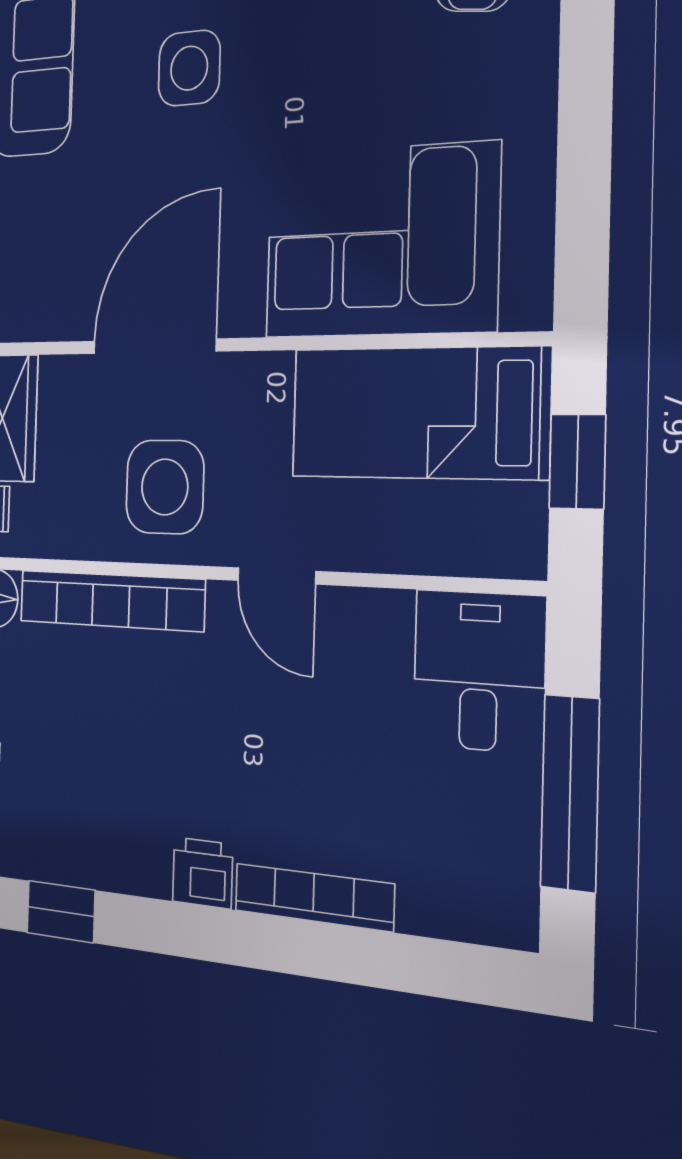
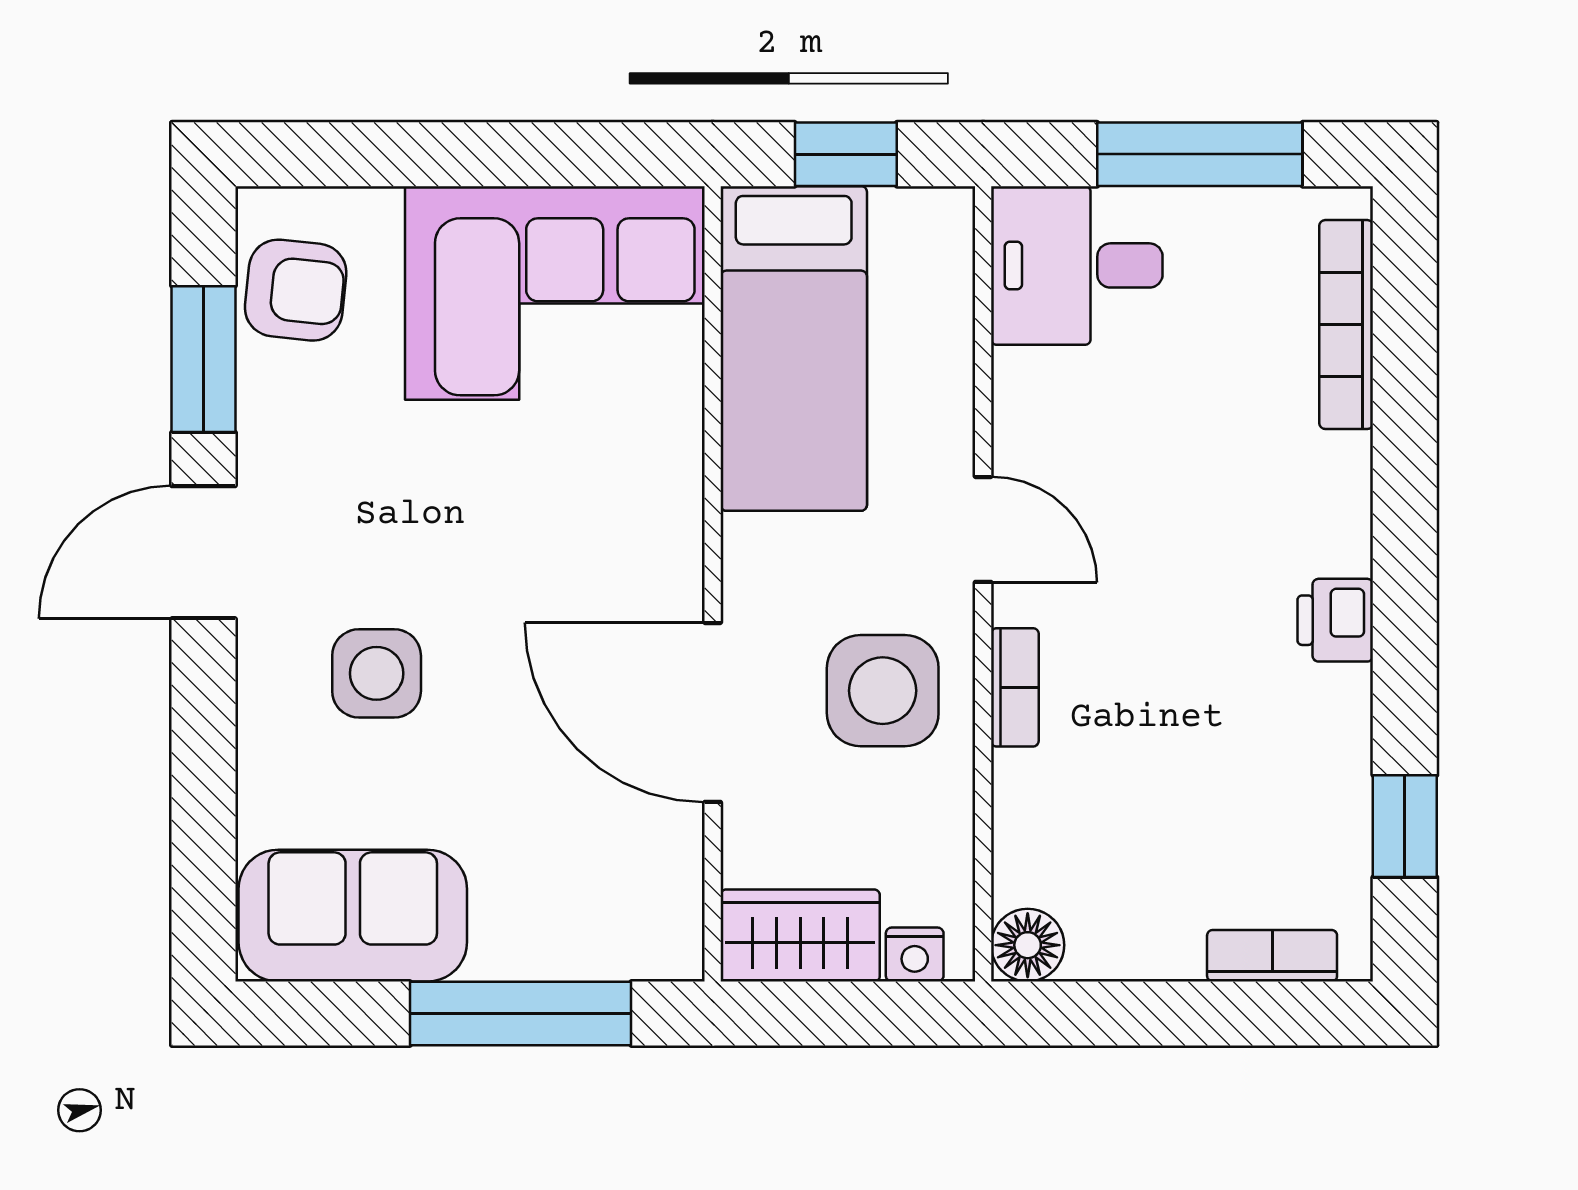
corner sofa: (381, 241) -> (555, 293), moved, turned -90
door: (277, 576) -> (983, 529), hinge flipped
bookcase: (111, 601) -> (1015, 687), width x0.43, depth x0.76
bookcase: (314, 897) -> (1346, 325), moved

